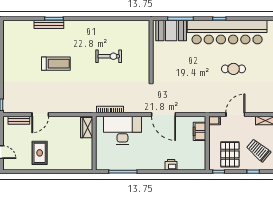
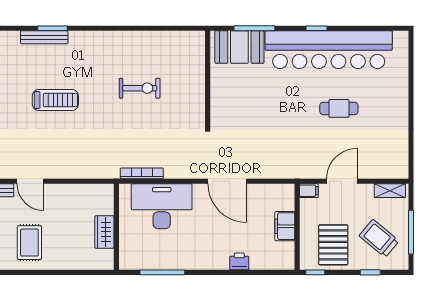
door: (40, 115) -> (30, 181), hinge flipped
wardrobe: (87, 128) -> (104, 232), moved
filing cabinet: (200, 131) -> (285, 226), moved

